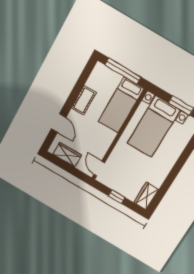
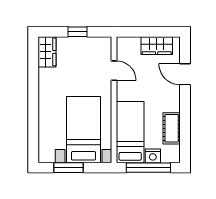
nightstand: (115, 78) -> (153, 156), added
cot: (84, 100) -> (172, 128), moved
door: (99, 169) -> (114, 71), moved

